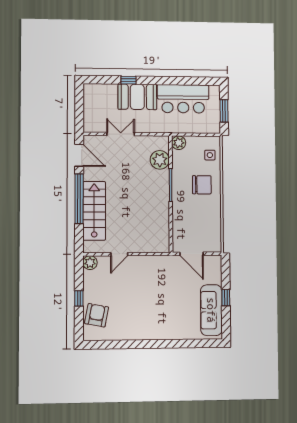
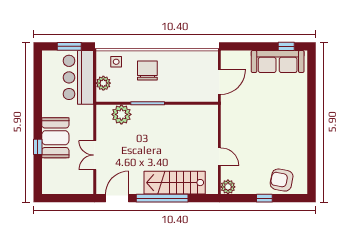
bar counter: (183, 99) -> (78, 77), moved, turned 180
plant: (179, 143) -> (103, 83), moved
window: (226, 298) -> (286, 46), moved

